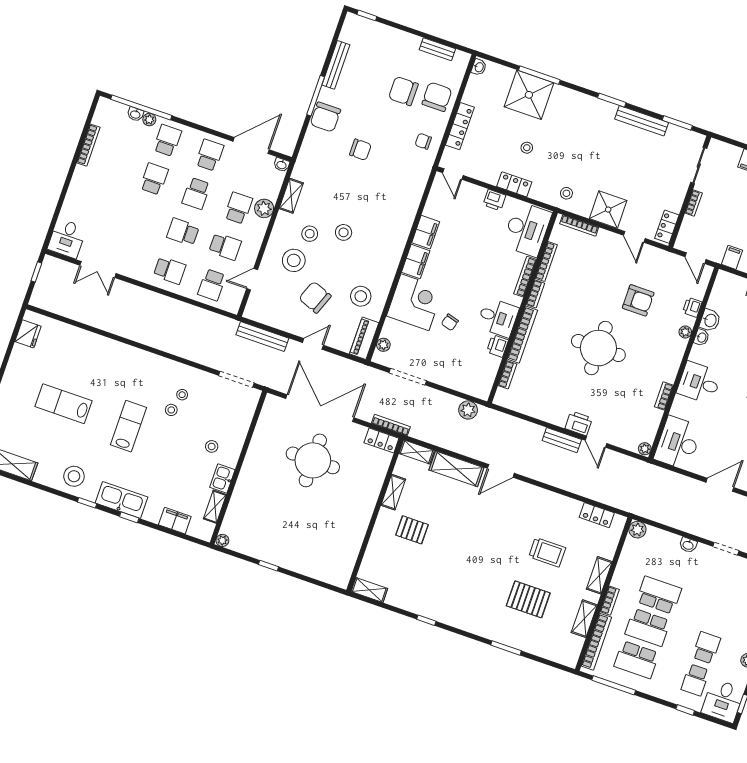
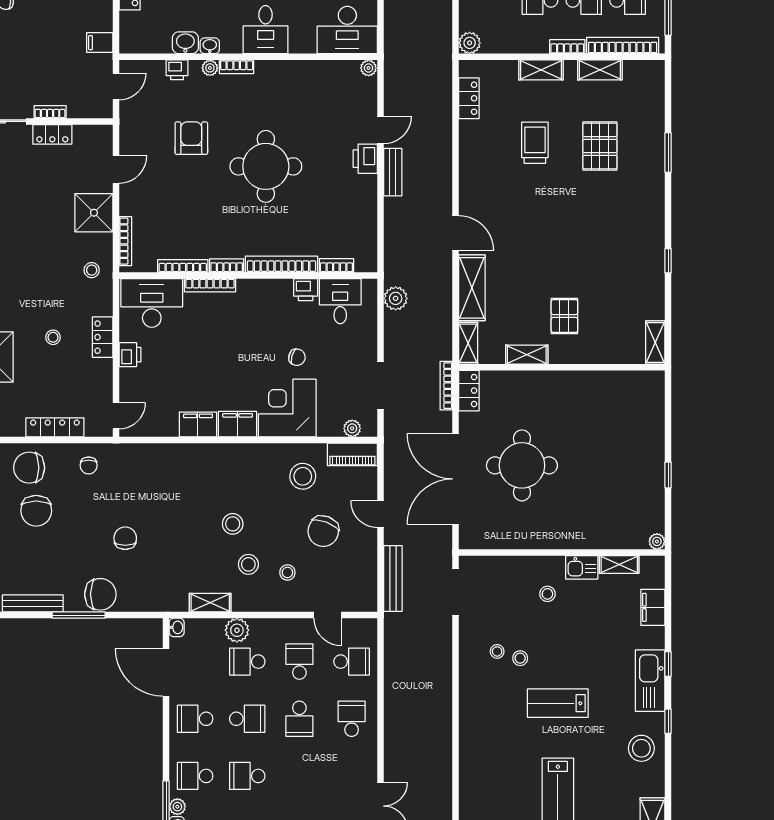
locker: (667, 227) -> (52, 134), moved
stool: (294, 260) -> (287, 572), width x0.53, depth x0.53
desk: (498, 317) -> (340, 301), moved
bookcase: (664, 396) -> (237, 67), moved

